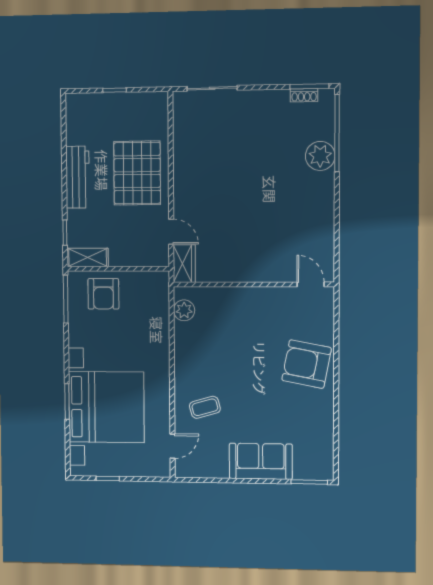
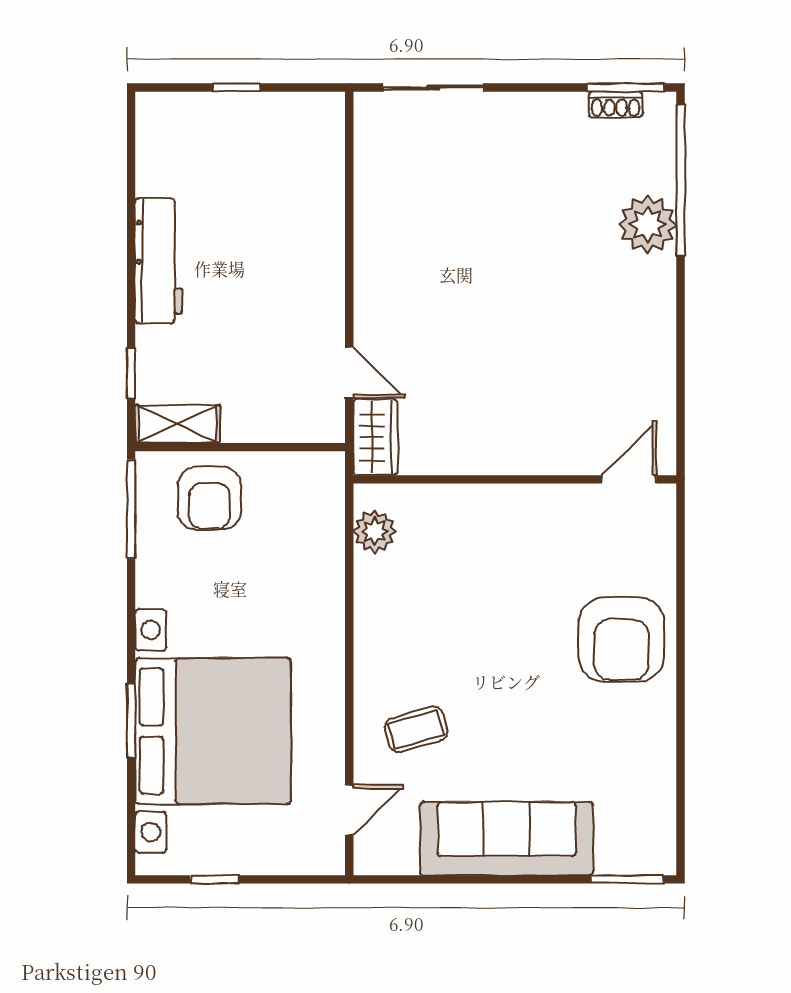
pallet: (137, 173) -> (281, 254), removed
door: (311, 284) -> (629, 479), hinge flipped
armchair: (307, 364) -> (621, 639), turned -101
sofa: (261, 461) -> (507, 839), width x1.36

